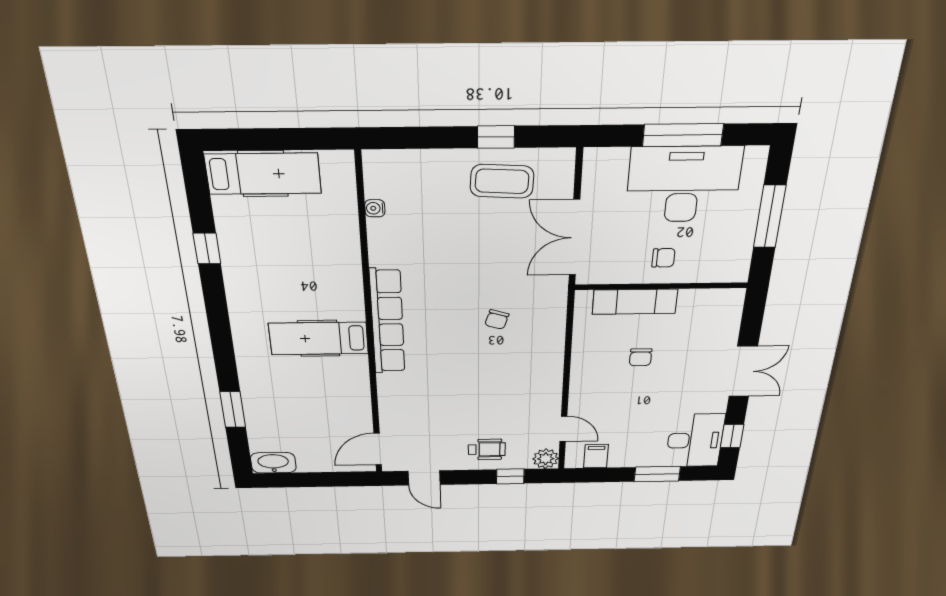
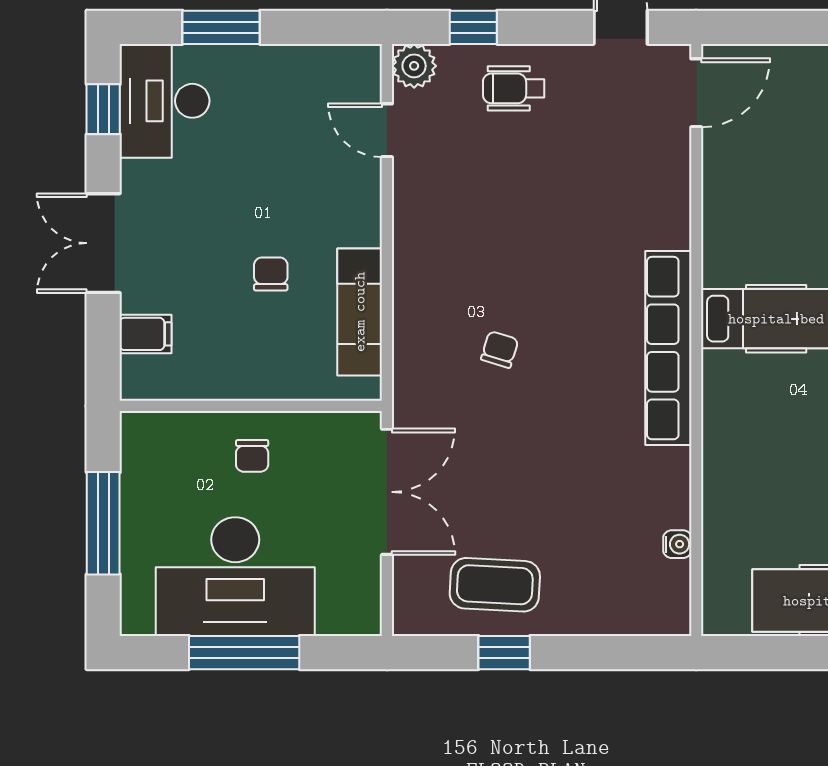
chair: (663, 258) -> (252, 456), turned -90
exam couch: (635, 302) -> (360, 312), moved, turned -90
filing cabinet: (596, 456) -> (146, 334), moved, turned -90

